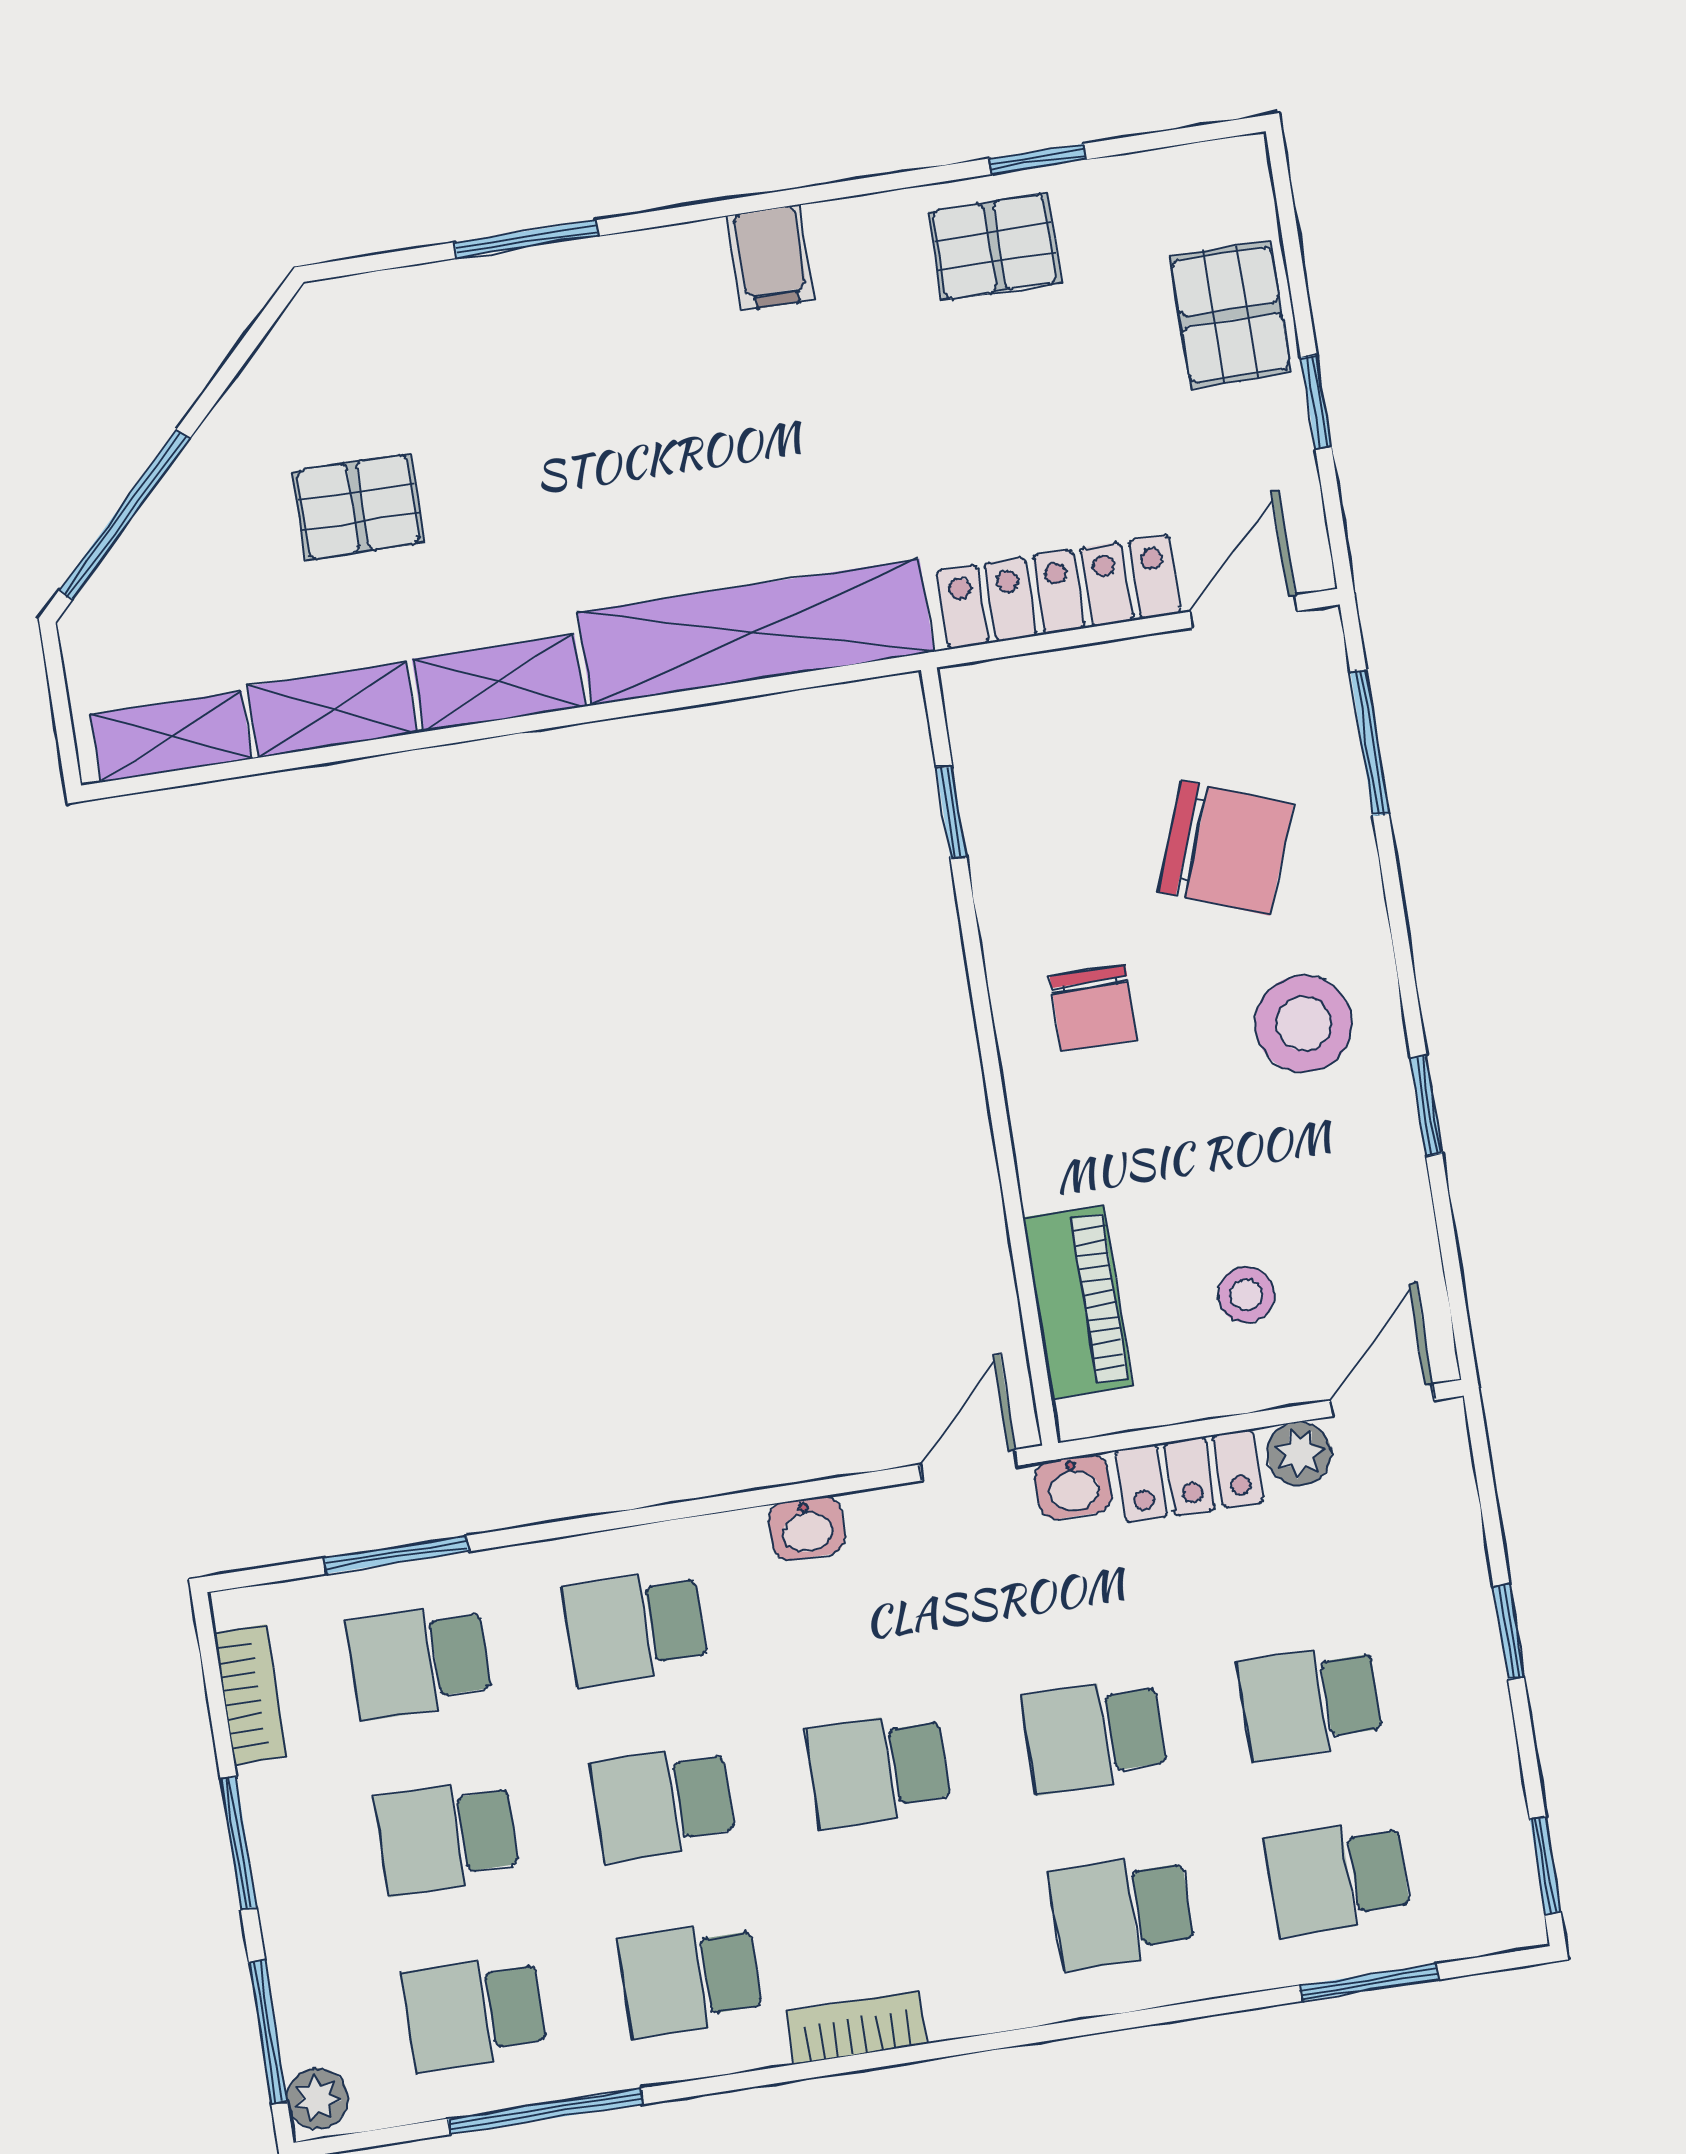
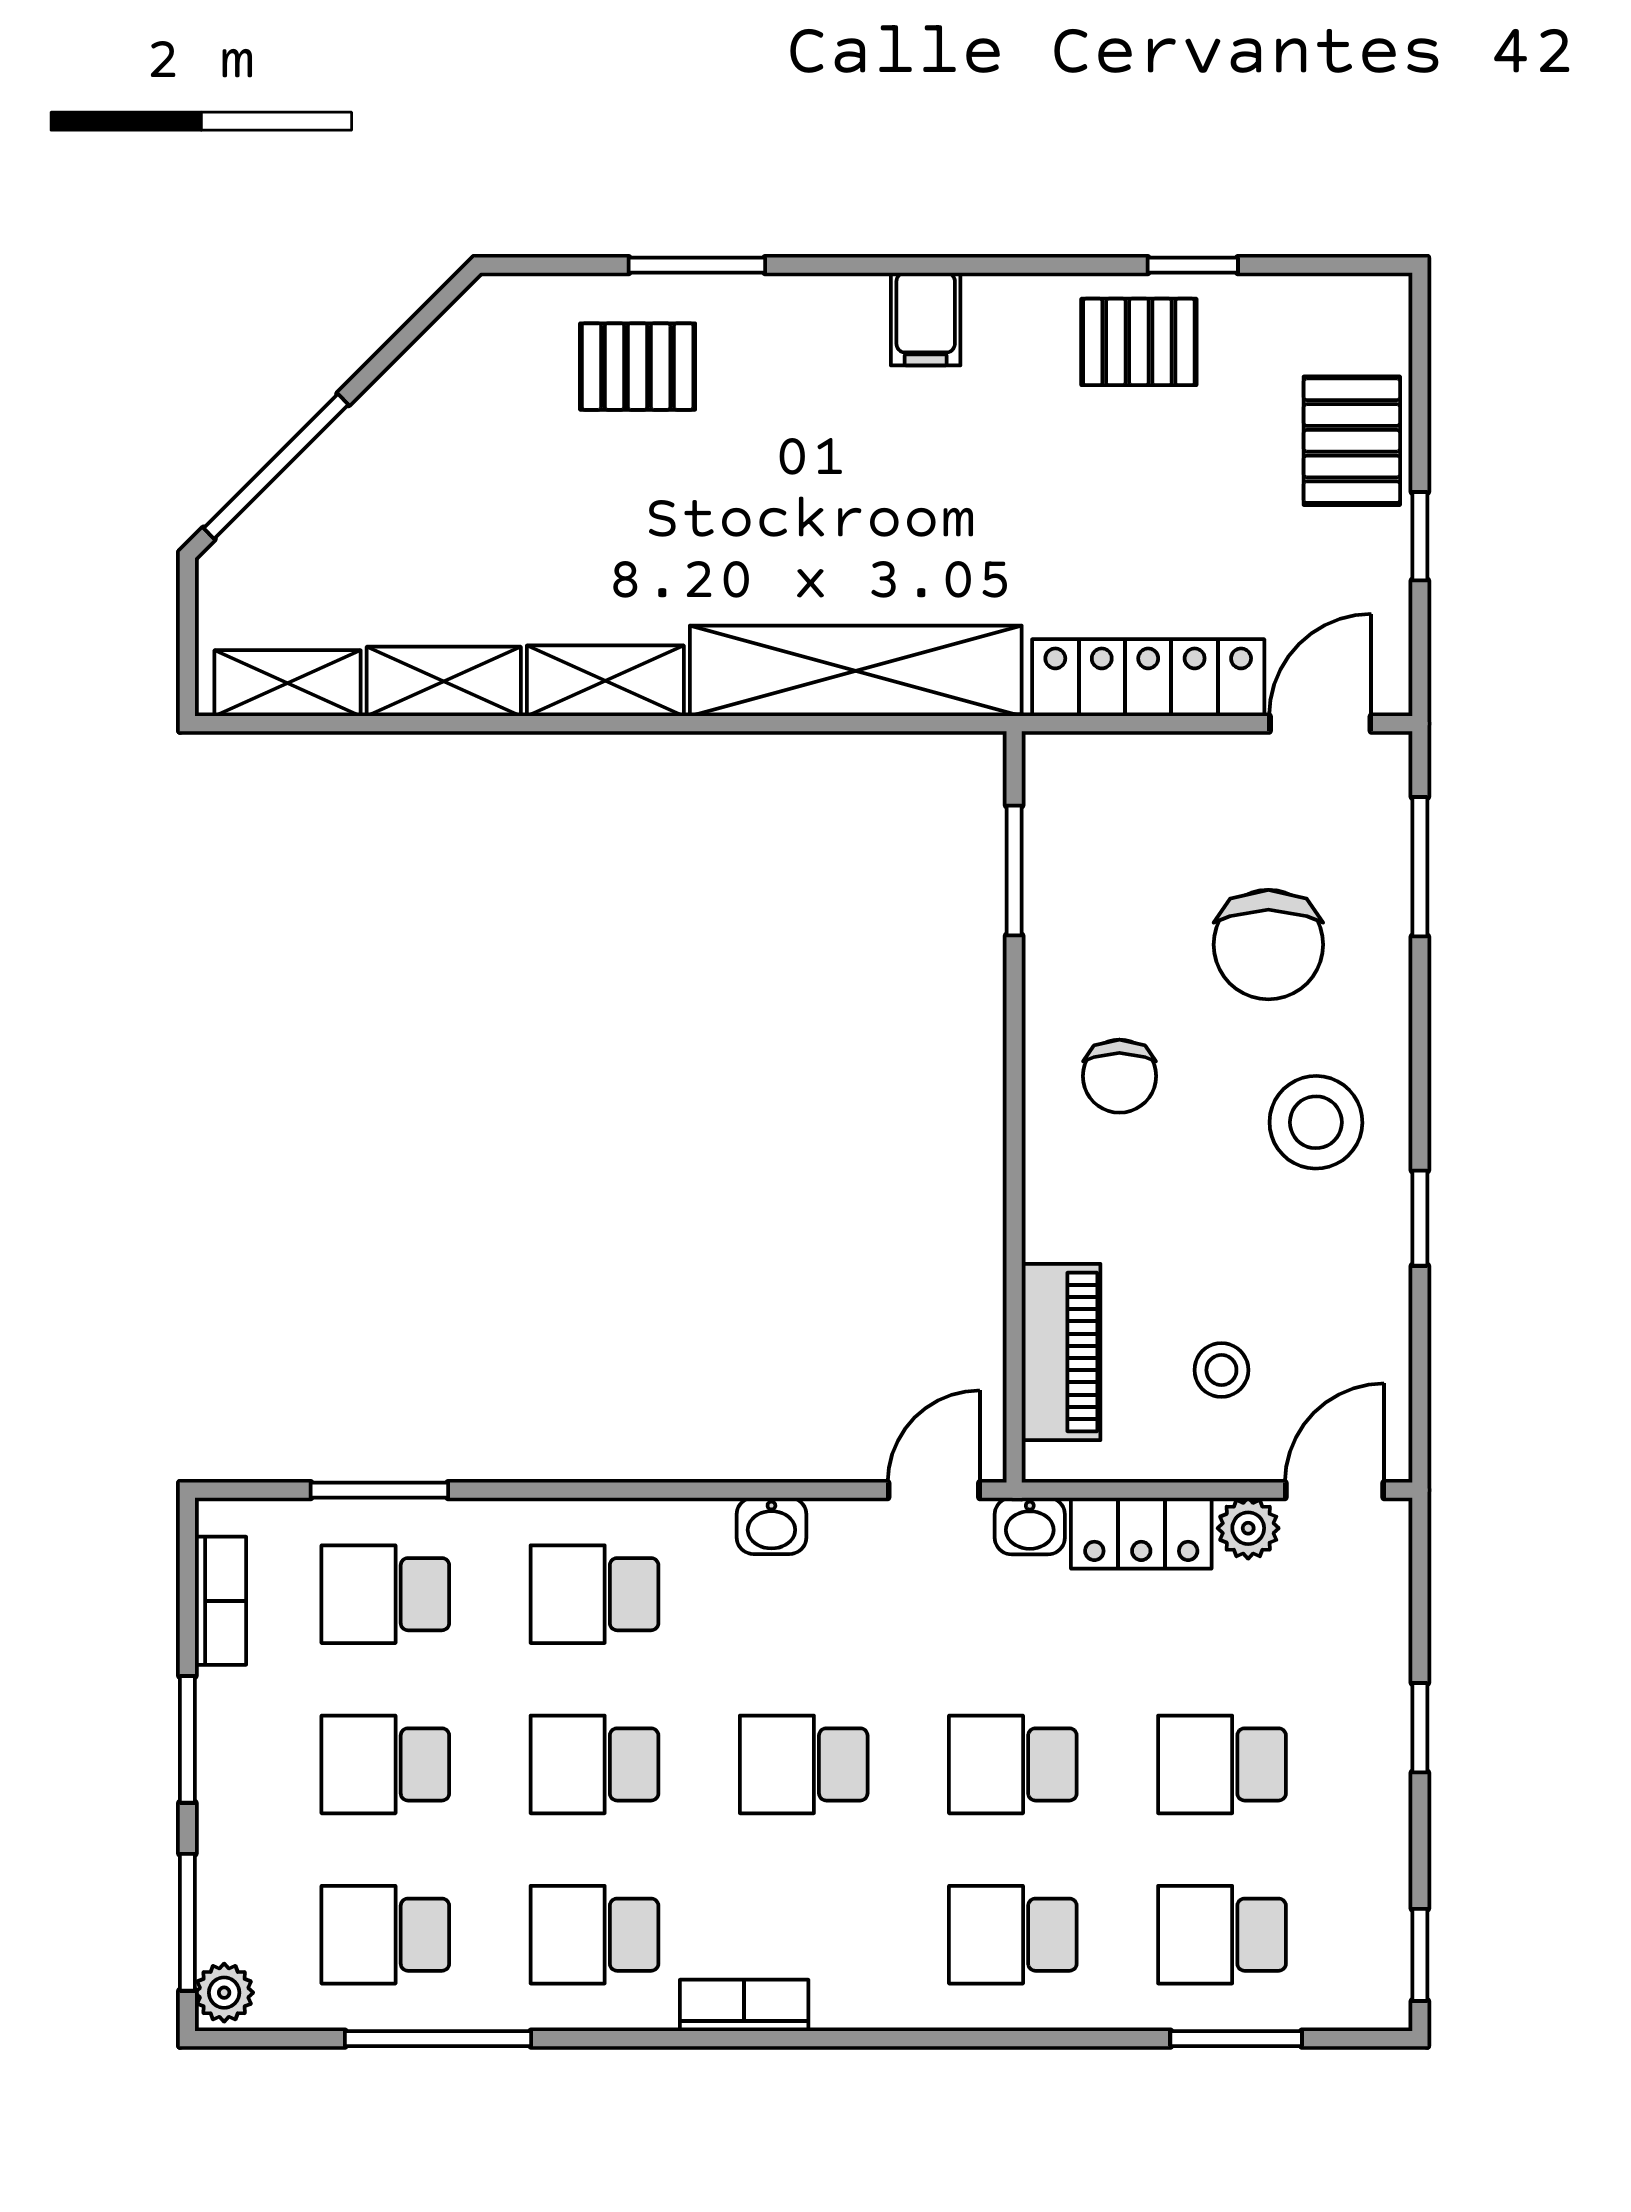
pallet: (358, 507) -> (638, 367), moved
window: (951, 813) -> (1014, 870), width x1.50
chair: (1226, 848) -> (1268, 945), turned 69

